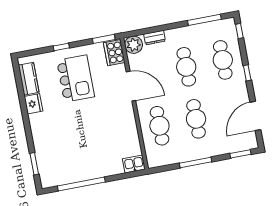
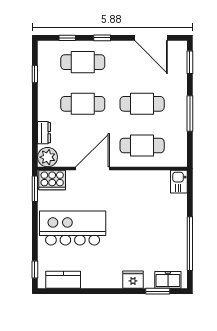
window: (204, 20) -> (35, 74), width x0.46
window: (239, 31) -> (67, 38), moved
window: (61, 47) -> (35, 270), moved
kitchen island: (76, 79) -> (73, 228), width x1.37
fridge: (33, 104) -> (133, 280), moved
freezer: (46, 171) -> (168, 280), added

